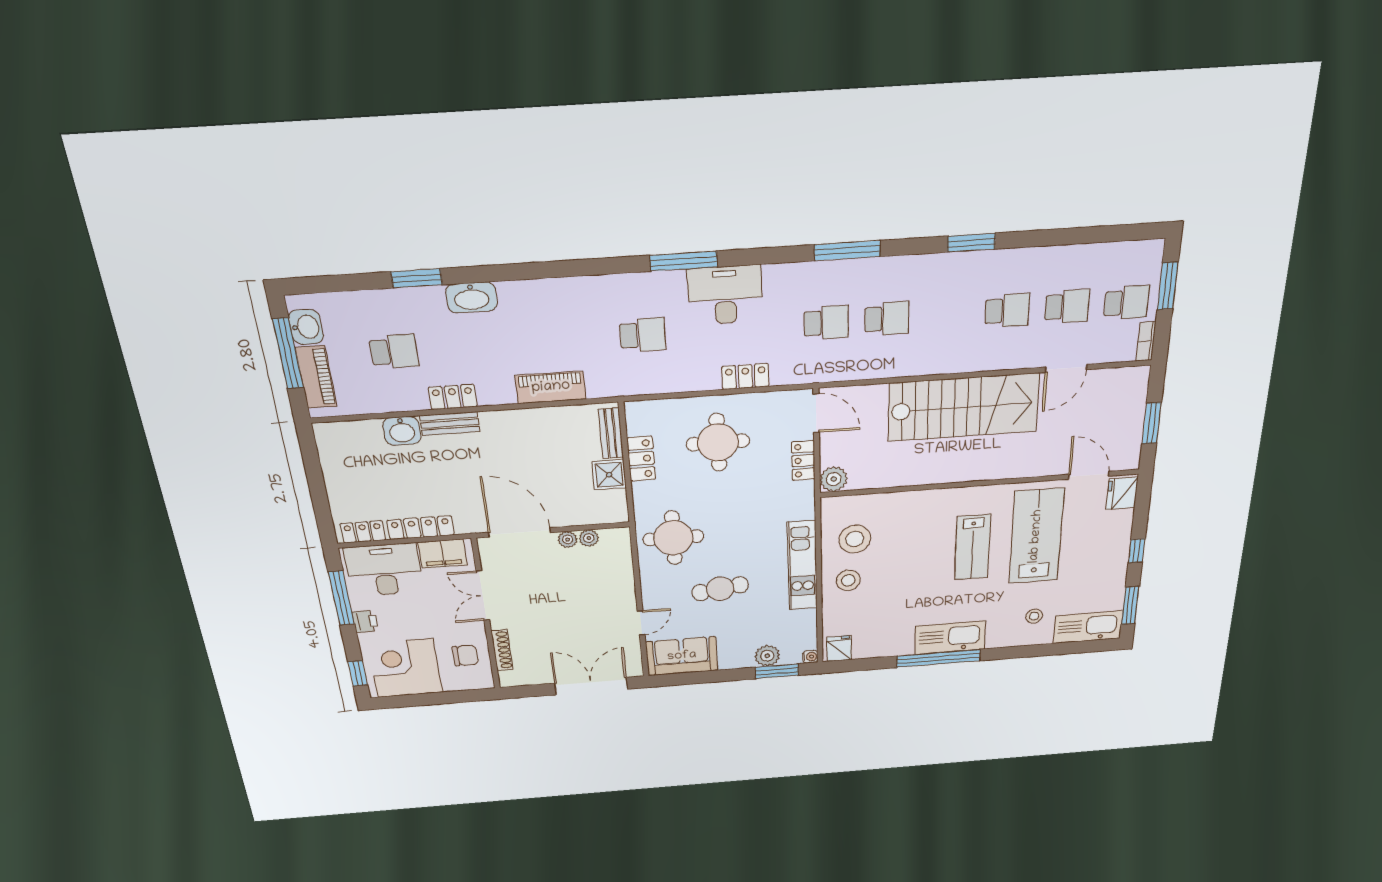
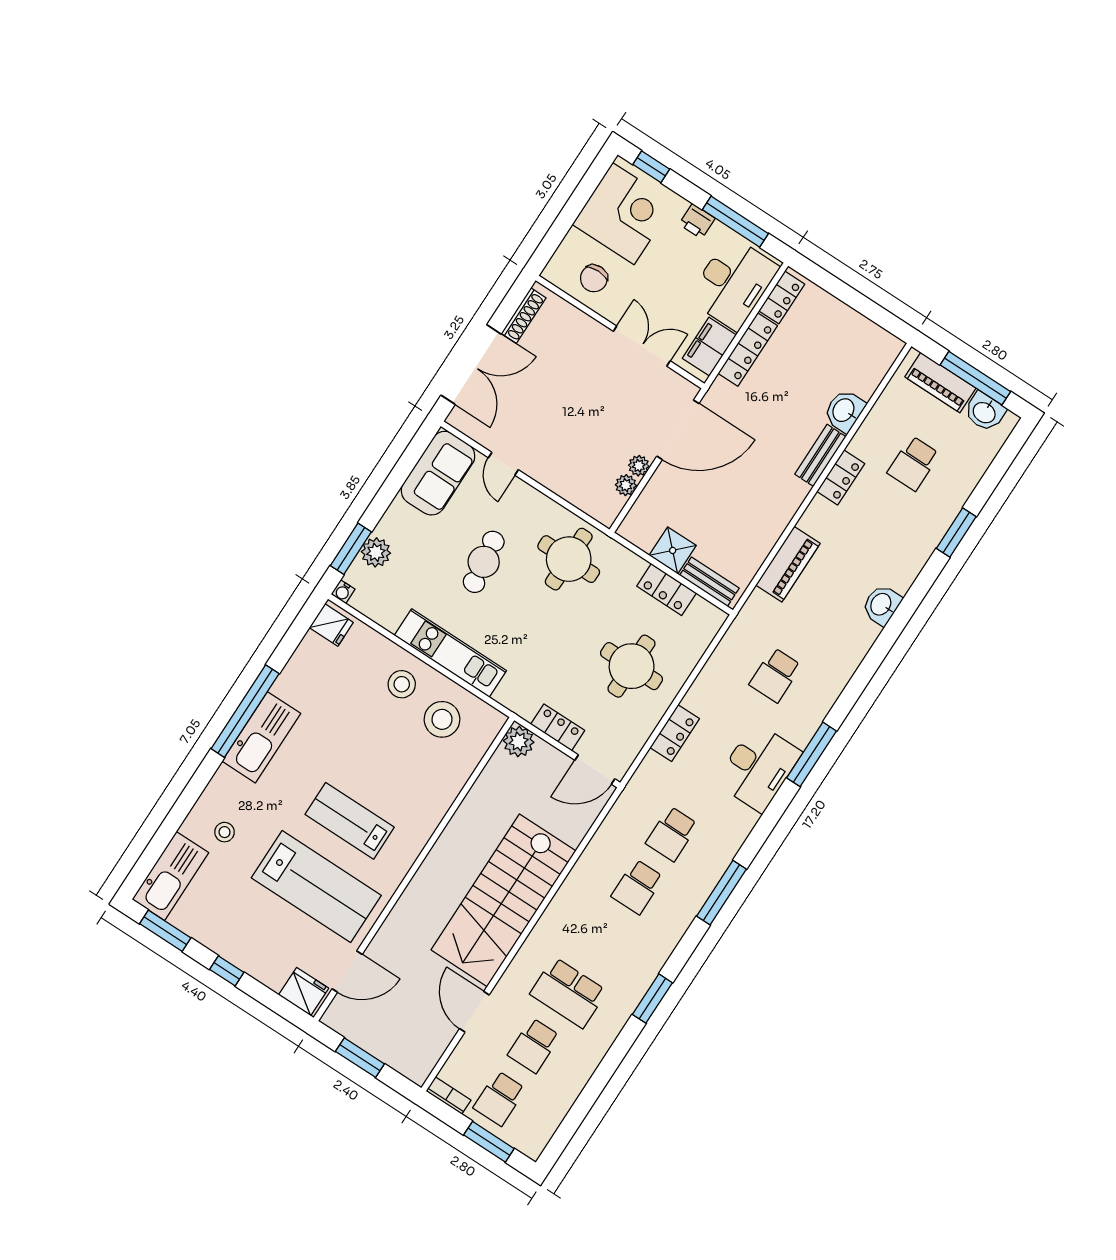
washbasin: (472, 298) -> (882, 605), moved, width x0.72
school desk: (1007, 311) -> (568, 993), width x1.85
shoe rack: (502, 650) -> (524, 316), moved, turned -90

